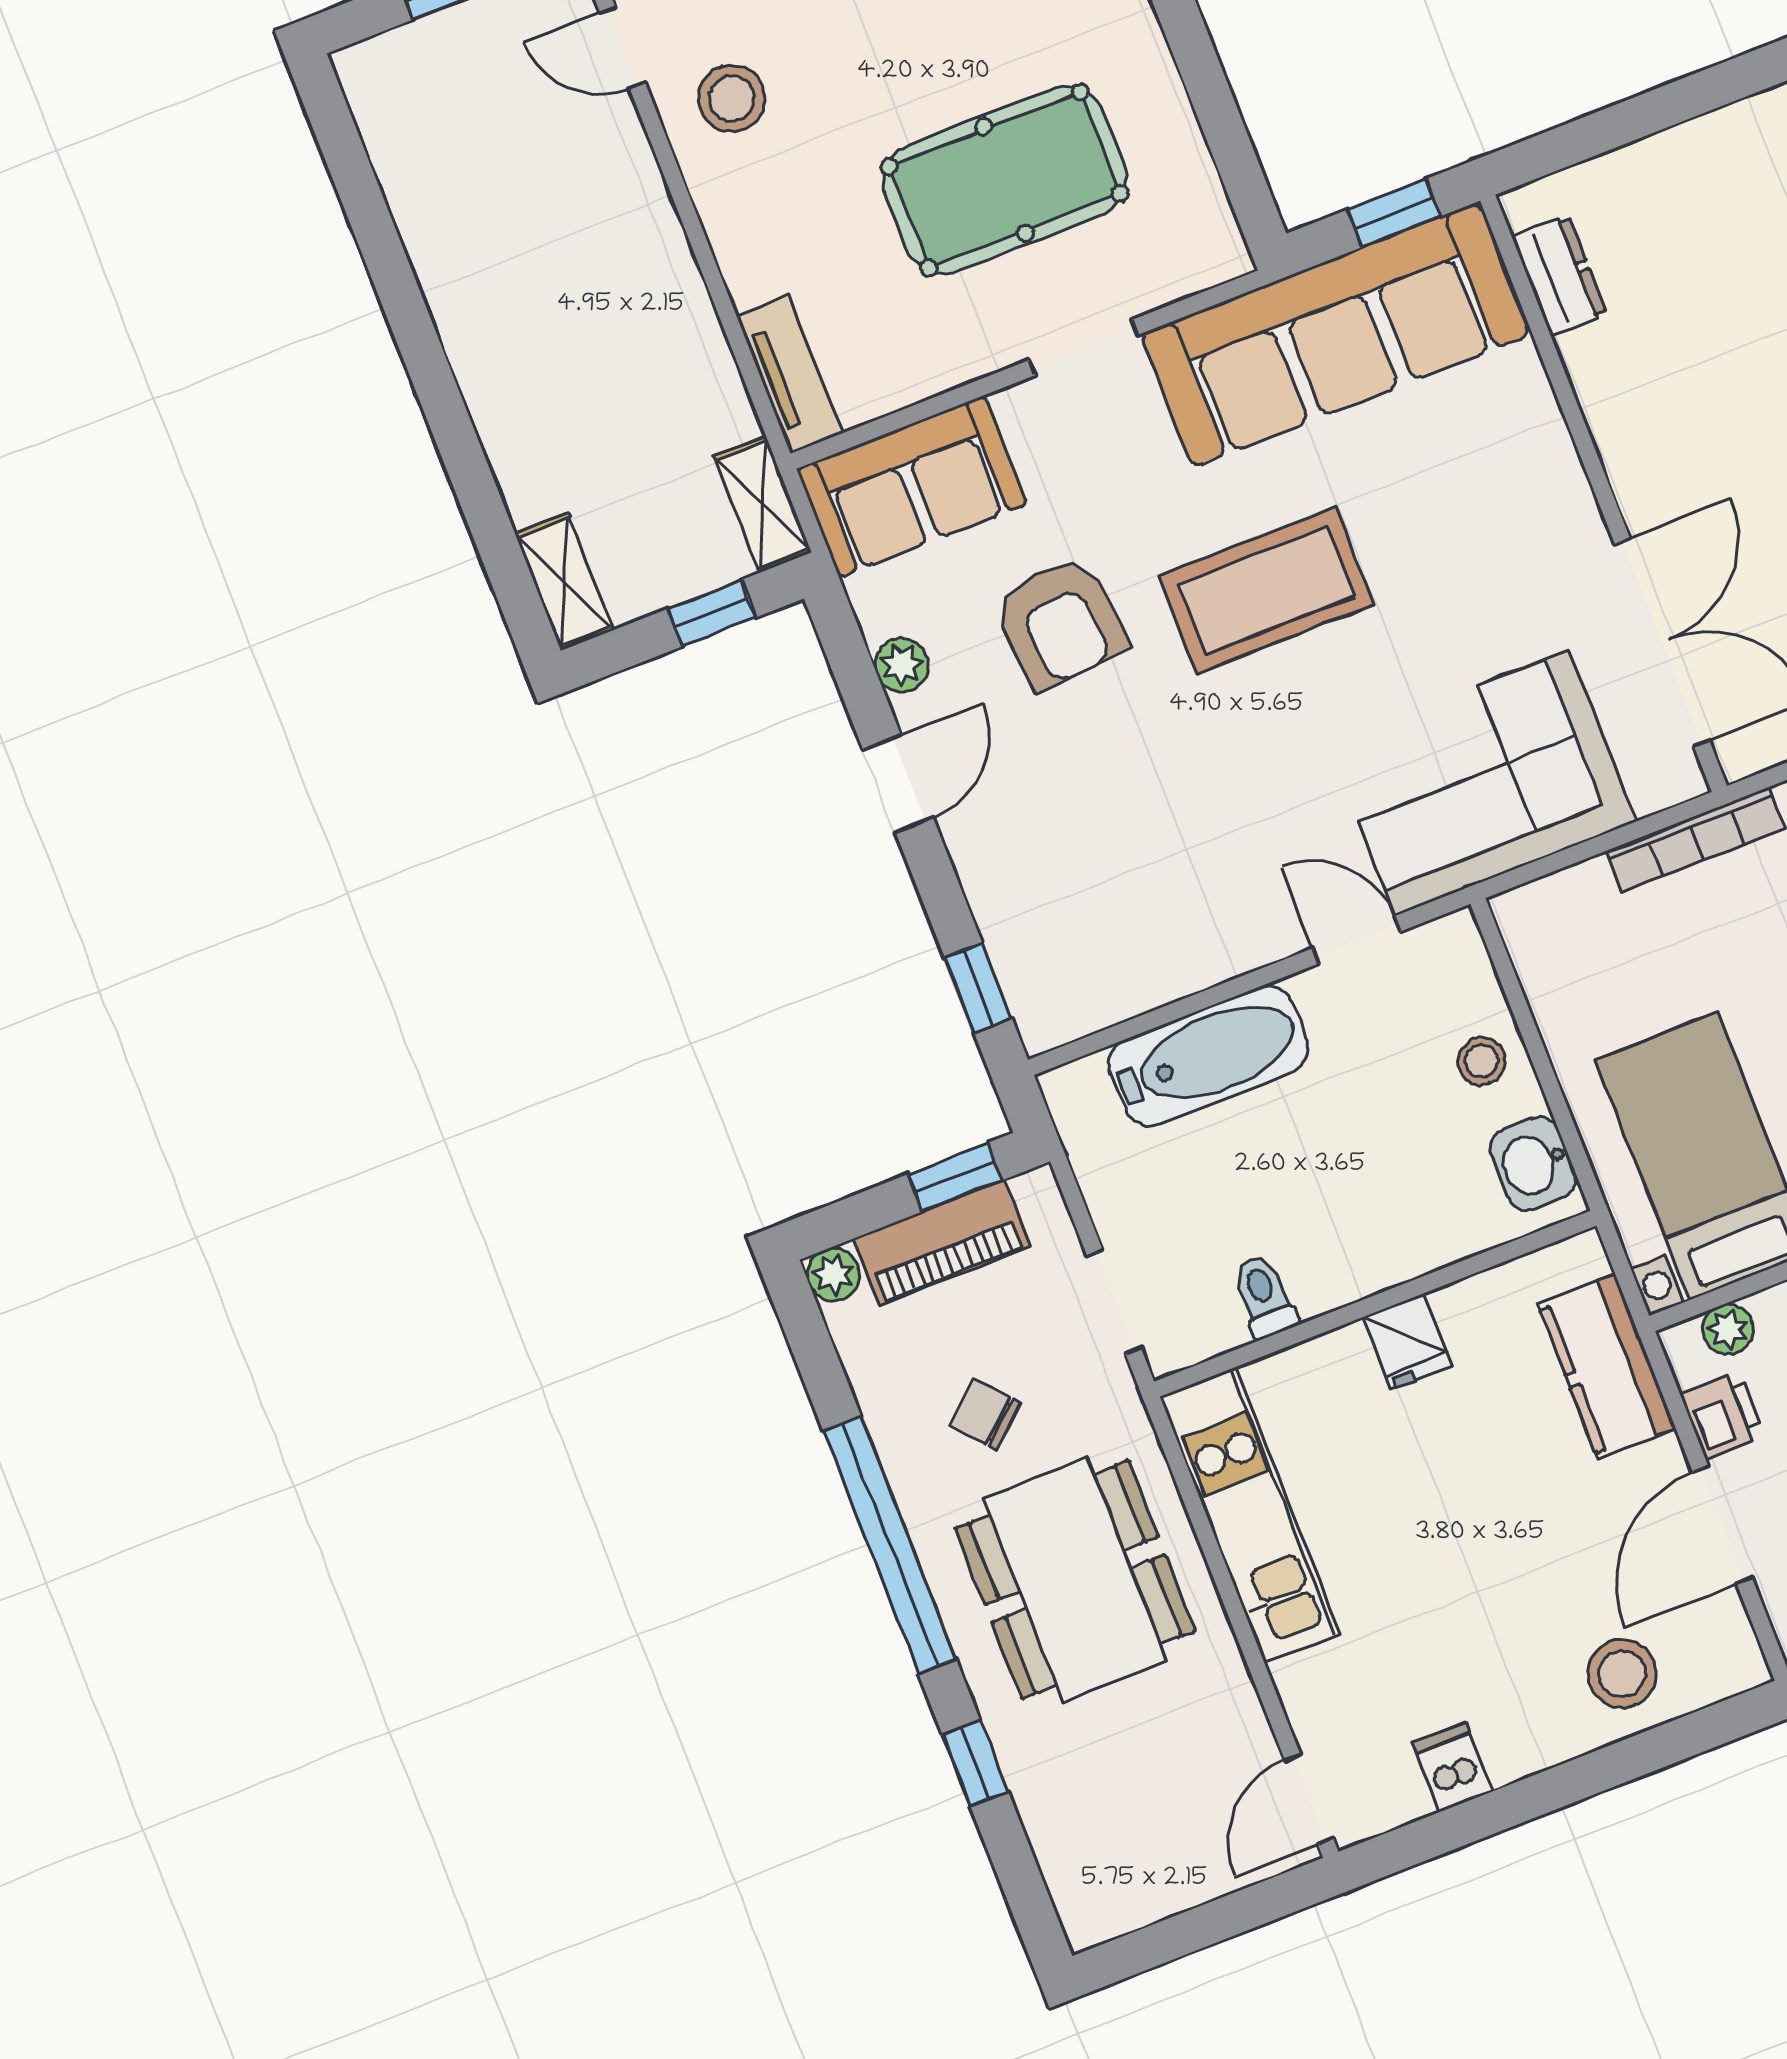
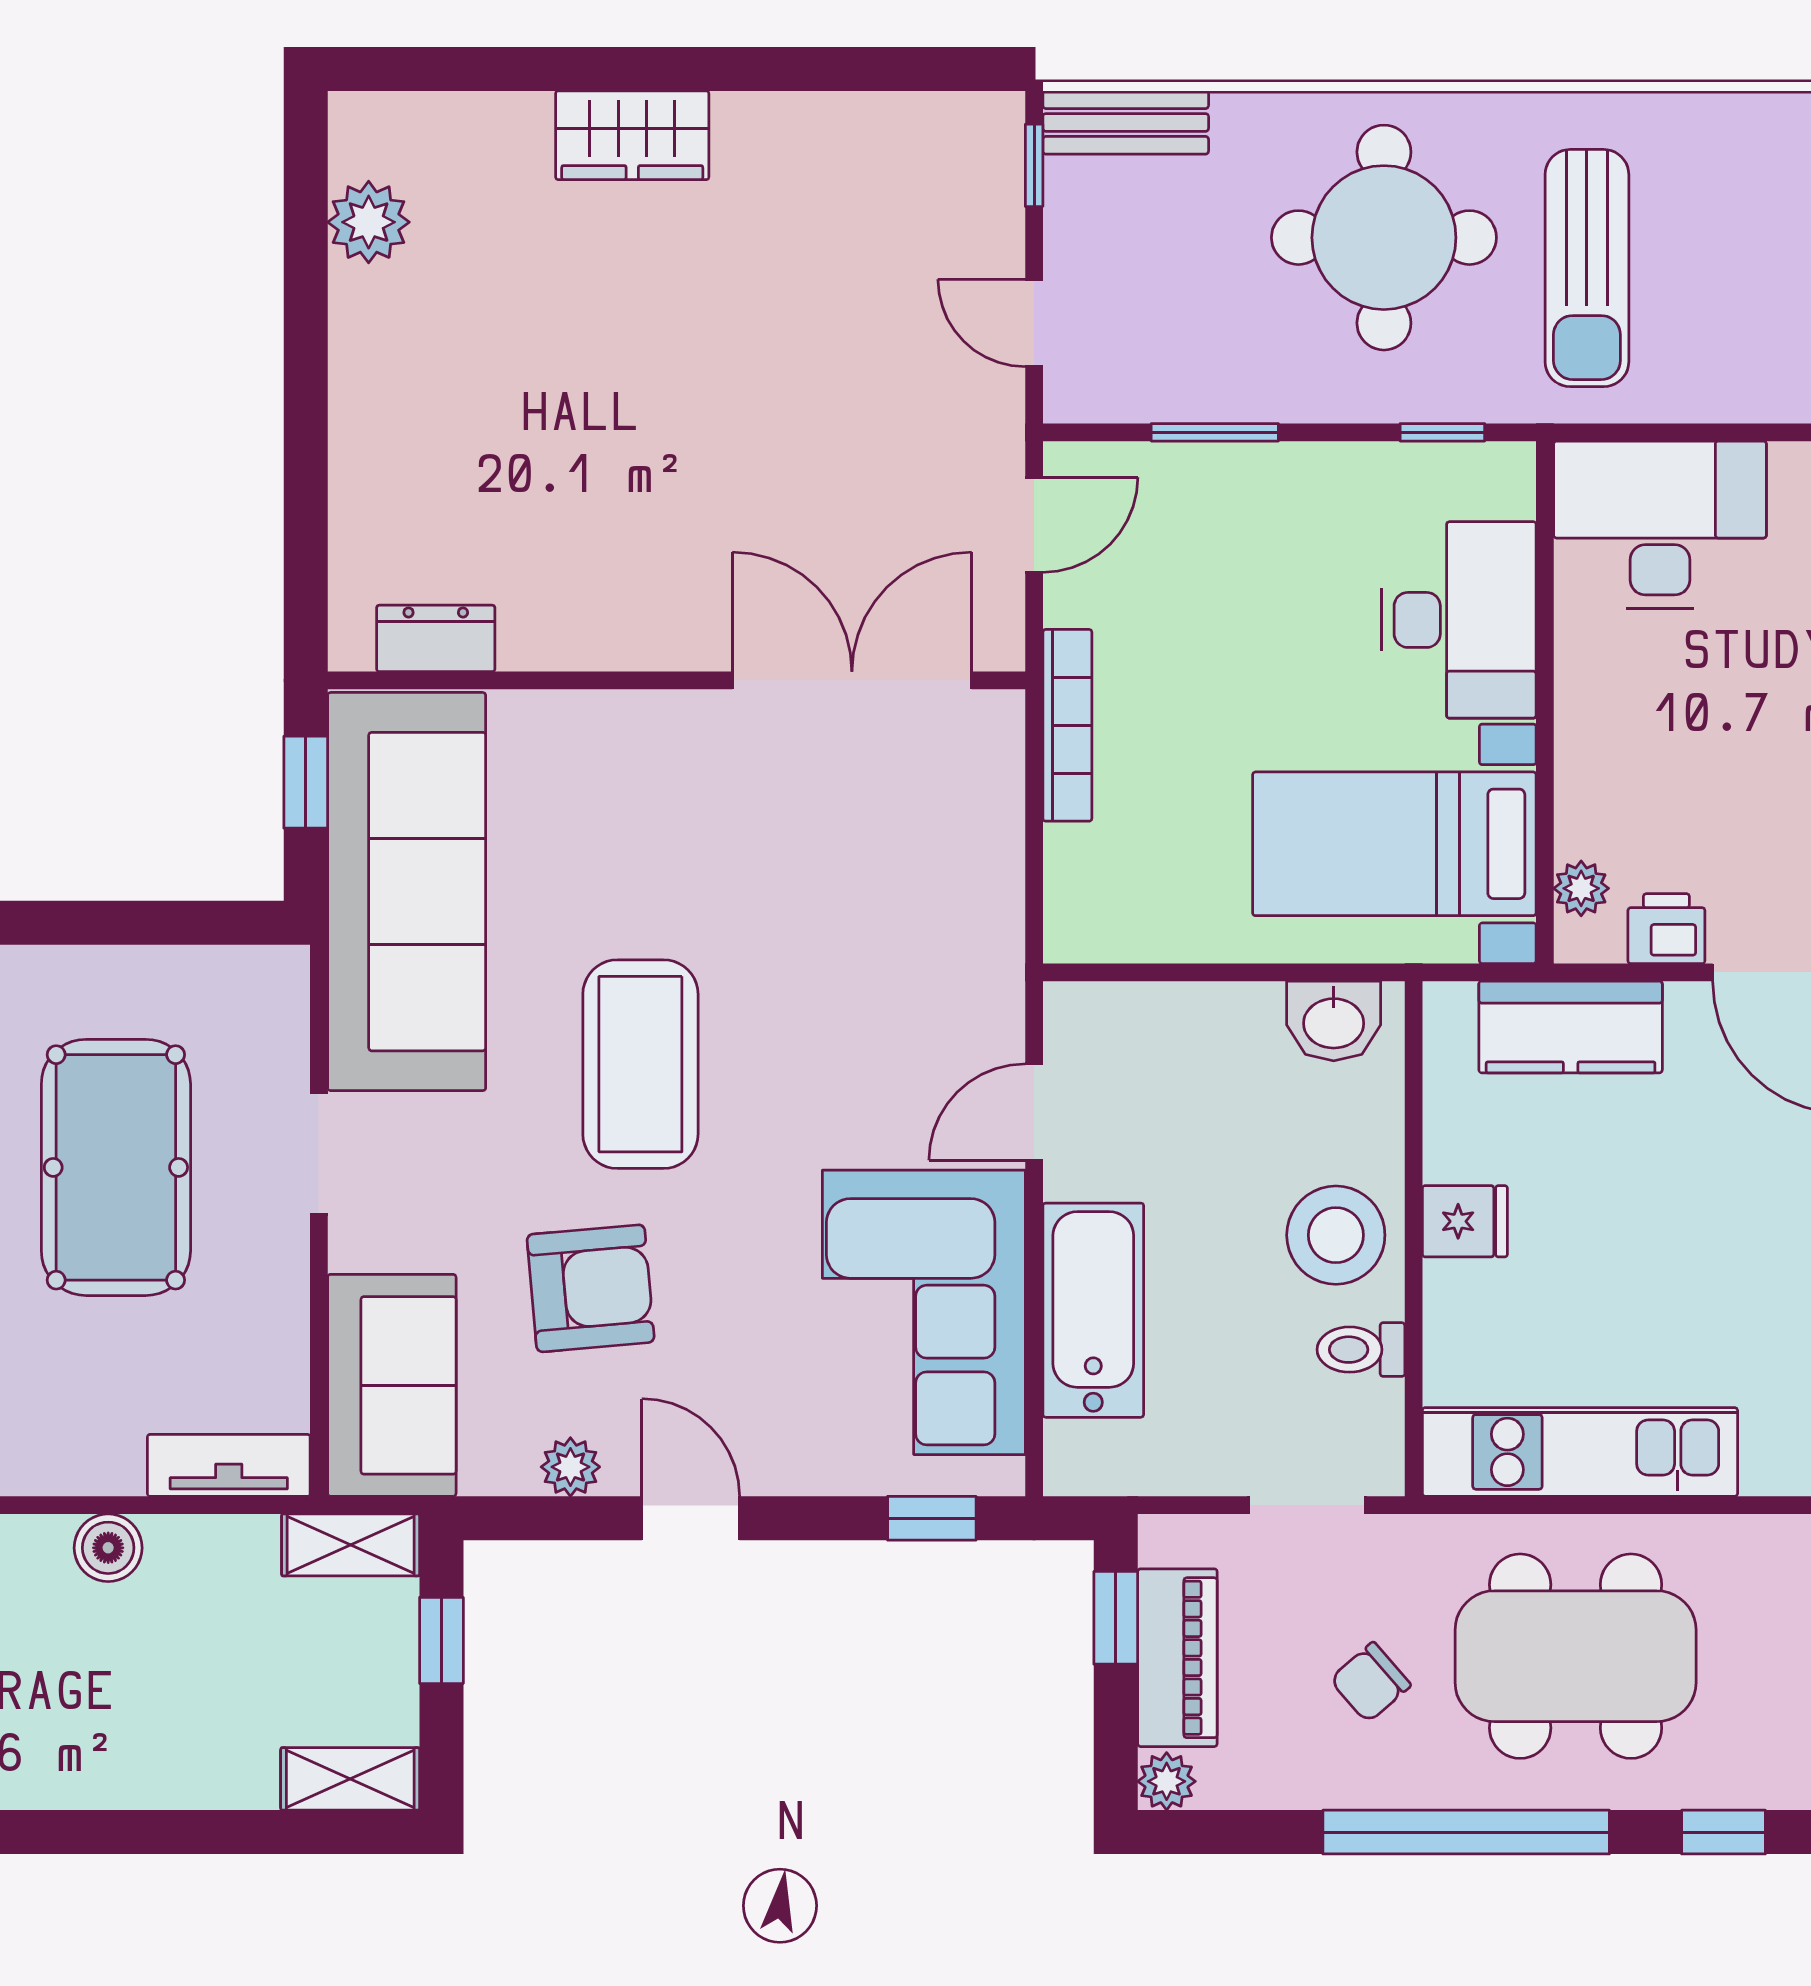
boiler: (680, 300) -> (108, 1548), added
corner sofa: (1483, 783) -> (924, 1312), moved
stool: (1481, 1061) -> (1336, 1235), moved, width x1.89, depth x1.89

